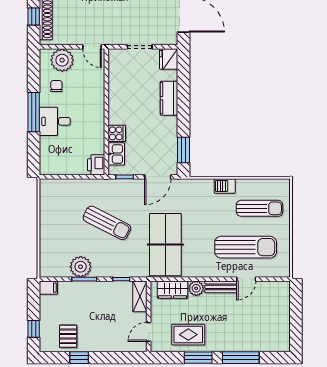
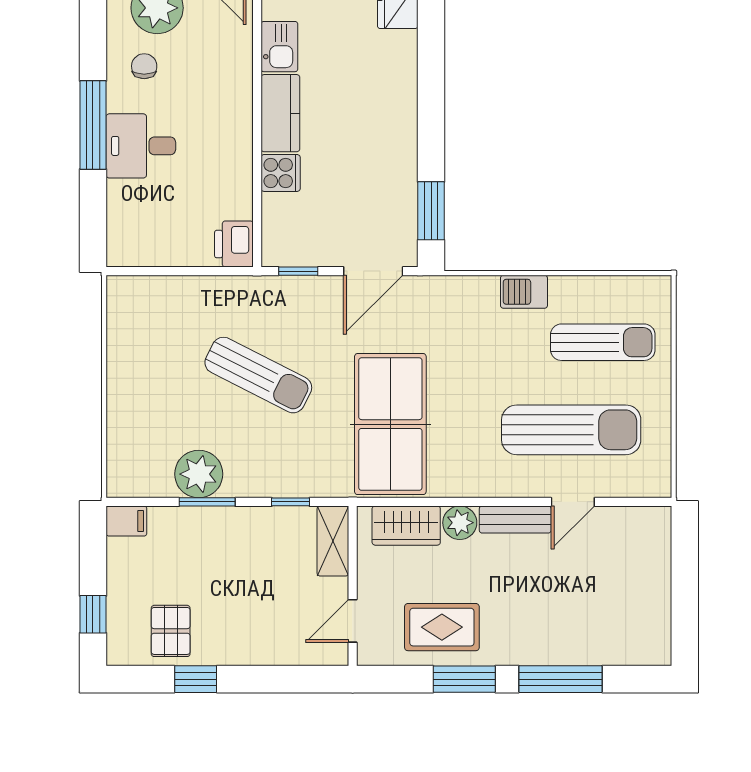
kitchen counter: (169, 98) -> (280, 113), moved, turned 180
kitchen sink: (116, 154) -> (279, 47), moved

